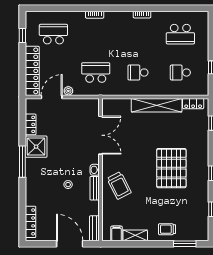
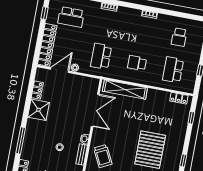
school desk: (53, 34) -> (71, 17), turned 180
school desk: (180, 34) -> (179, 37), width x0.54
school desk: (96, 73) -> (101, 56), turned -90
school desk: (180, 73) -> (173, 70), width x1.85
shelving: (157, 105) -> (125, 90), moved
window: (22, 162) -> (21, 140), moved

